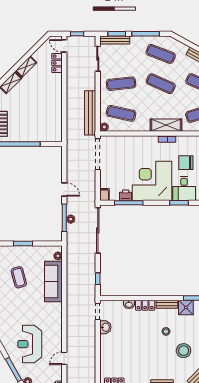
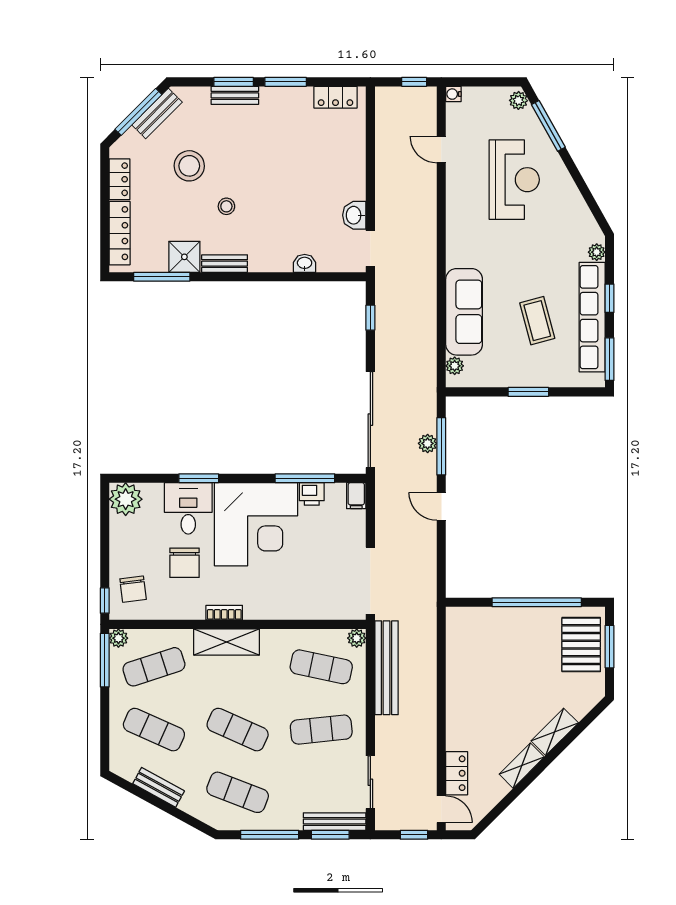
chair: (186, 163) -> (184, 563), turned 90
locker: (145, 305) -> (270, 262), removed
door: (64, 358) -> (441, 149), swing flipped

